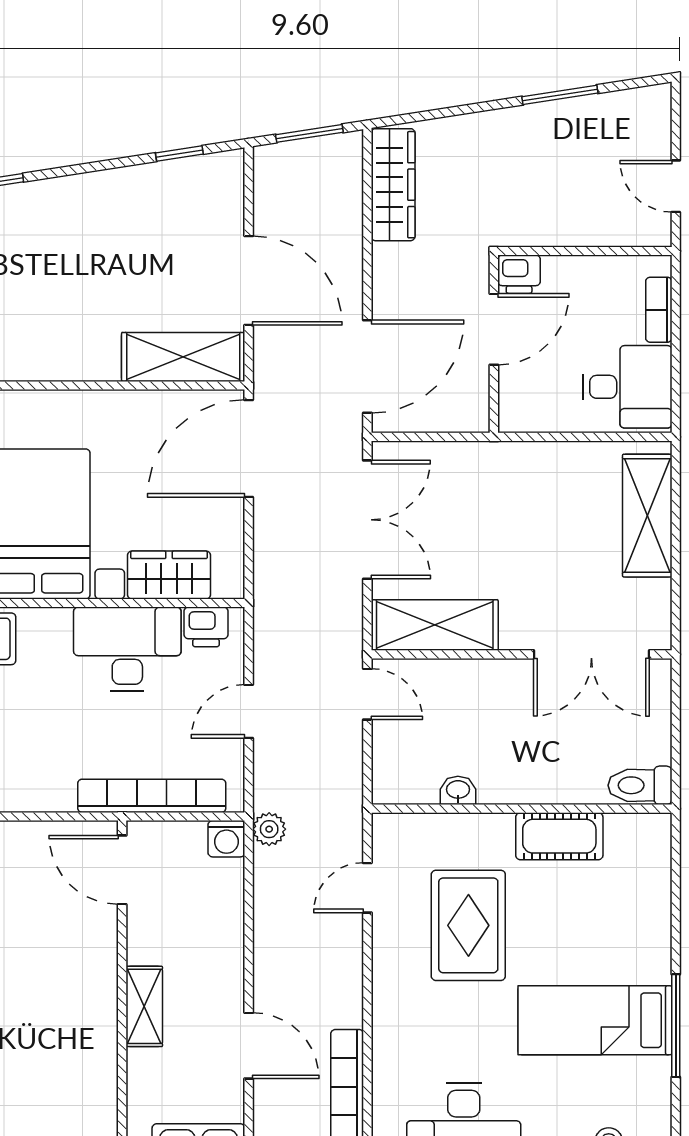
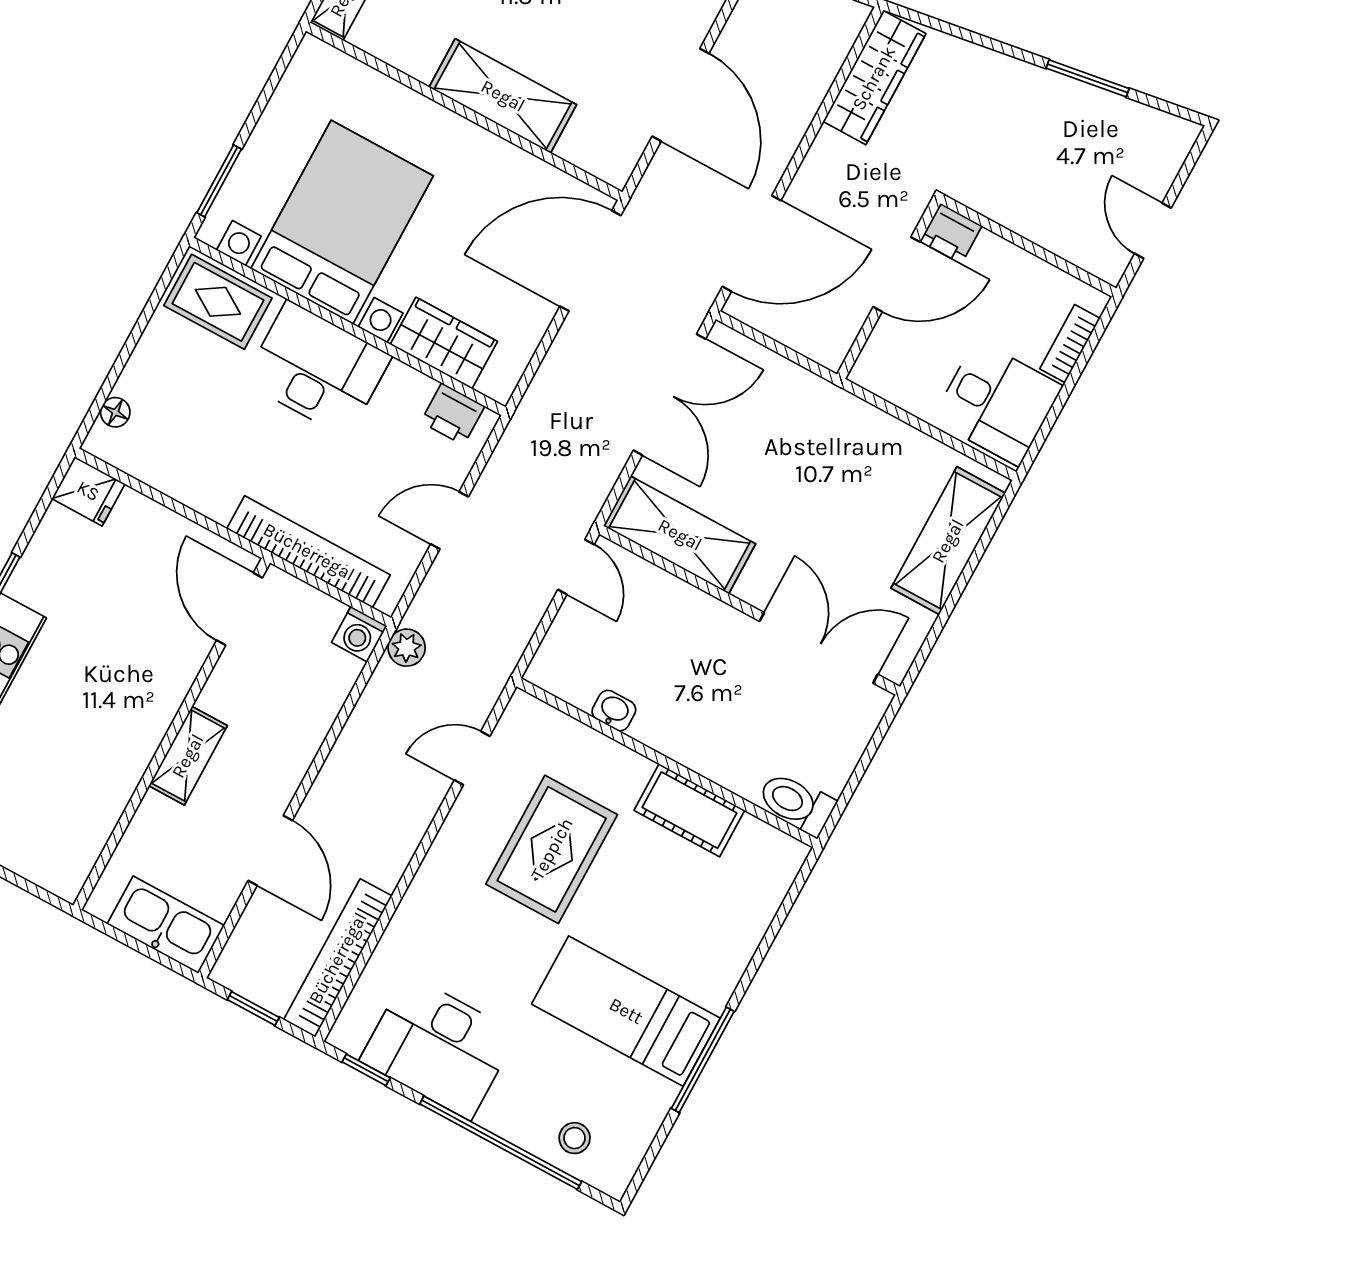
shelving: (183, 357) -> (503, 96), moved
desk: (127, 649) -> (317, 369), moved
double door: (591, 654) -> (819, 648), swing flipped

